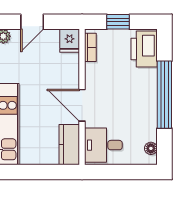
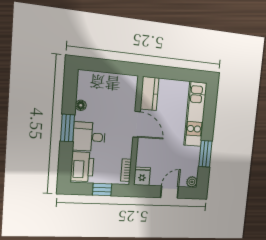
window: (164, 95) -> (68, 128), width x0.47
desk: (103, 145) -> (89, 137), moved, turned 180
floor lamp: (151, 148) -> (81, 105), moved

